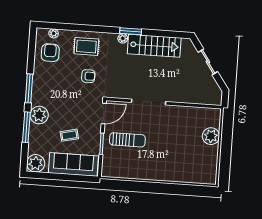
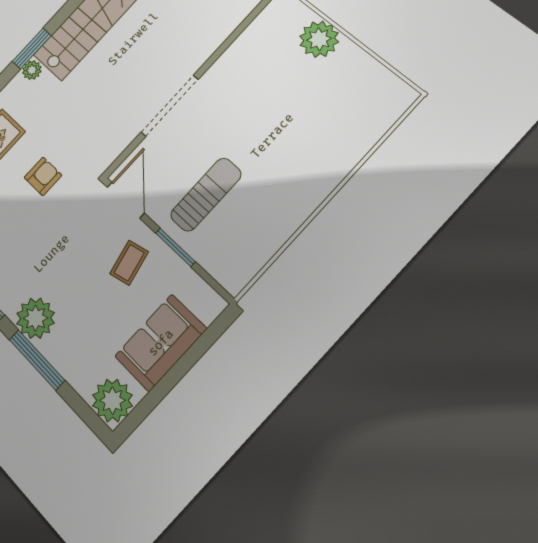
coffee table: (69, 135) -> (129, 263), moved
sofa: (73, 165) -> (161, 343), width x0.73

